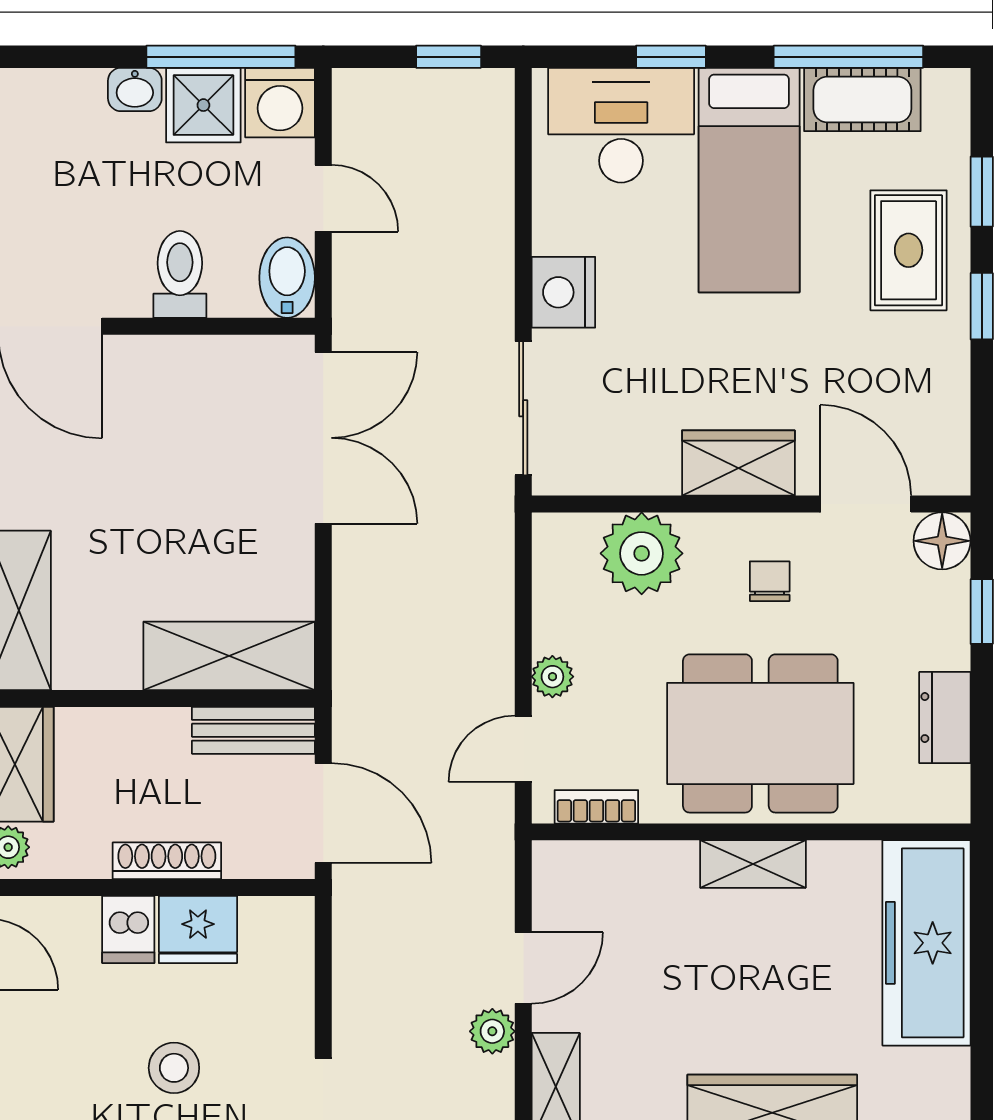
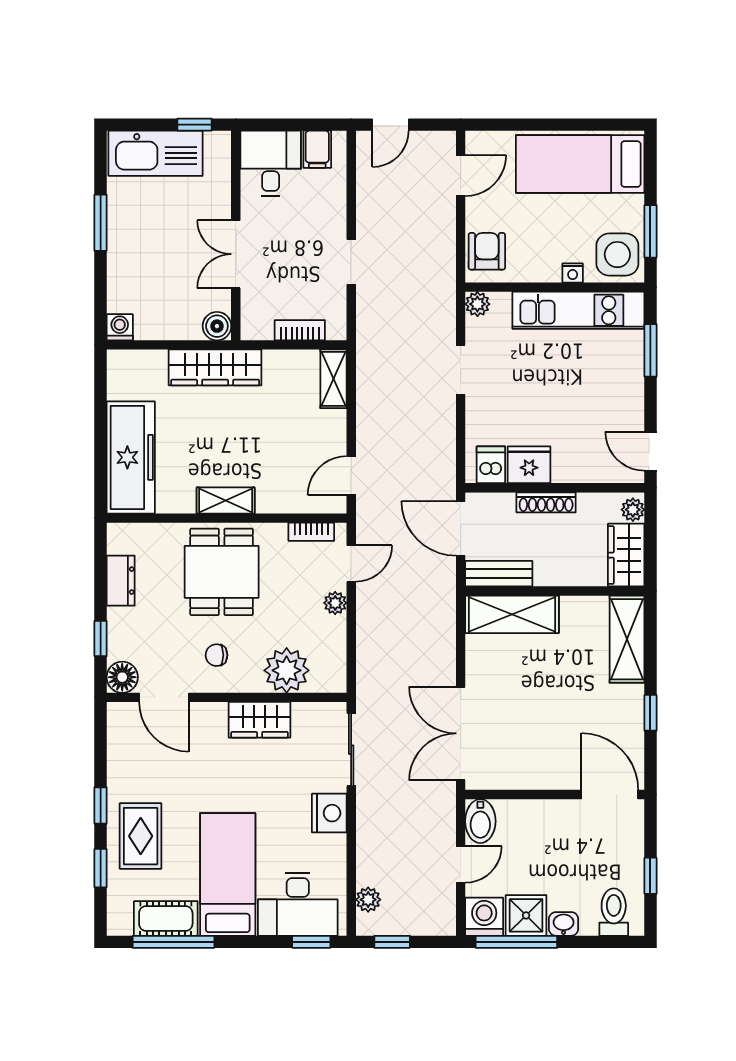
window: (671, 57) -> (311, 942), moved
door: (323, 198) -> (461, 865), swing flipped
toilet: (180, 274) -> (614, 912), moved, turned 180
wardrobe: (738, 463) -> (260, 720), moved
chair: (770, 581) -> (216, 655), turned 90
dining table: (760, 733) -> (222, 572), width x0.73
dishwasher: (128, 929) -> (491, 465), moved
door: (523, 968) -> (351, 476), moved
plant: (492, 1031) -> (368, 900), moved
stool: (174, 1068) -> (542, 389), removed

